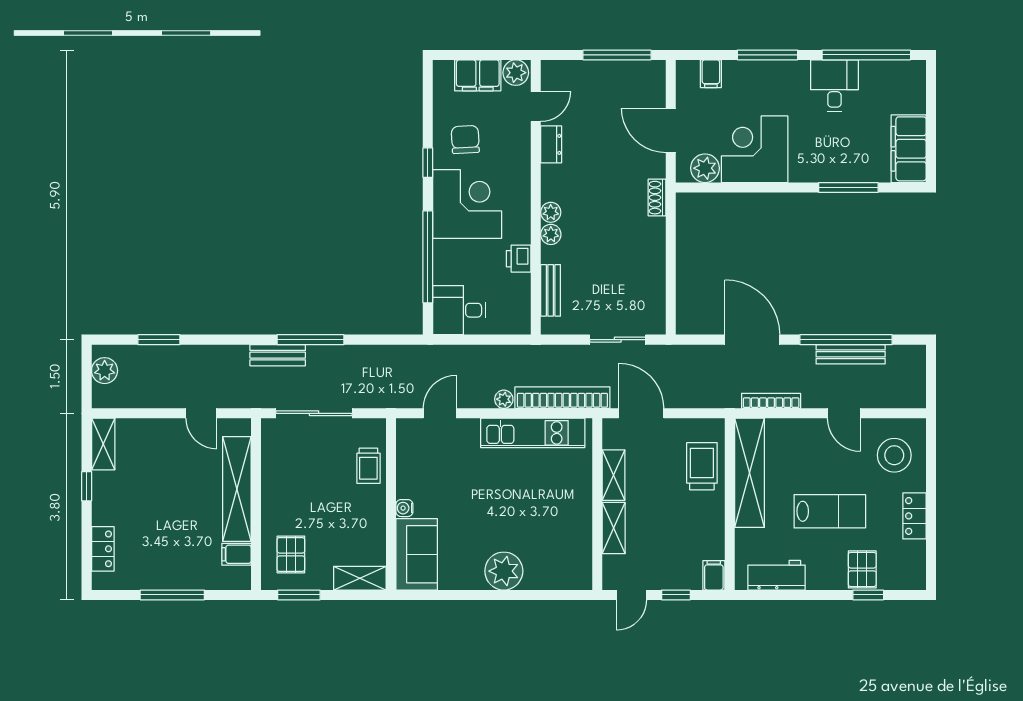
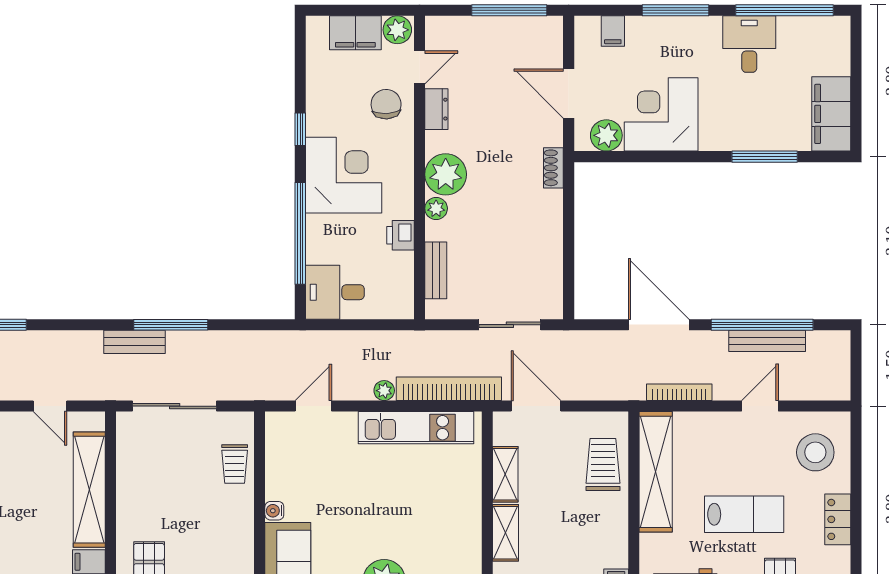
chair: (465, 139) -> (386, 104), moved
plant: (551, 212) -> (446, 174), width x1.88, depth x1.88
door: (844, 413) -> (760, 406), swing flipped

